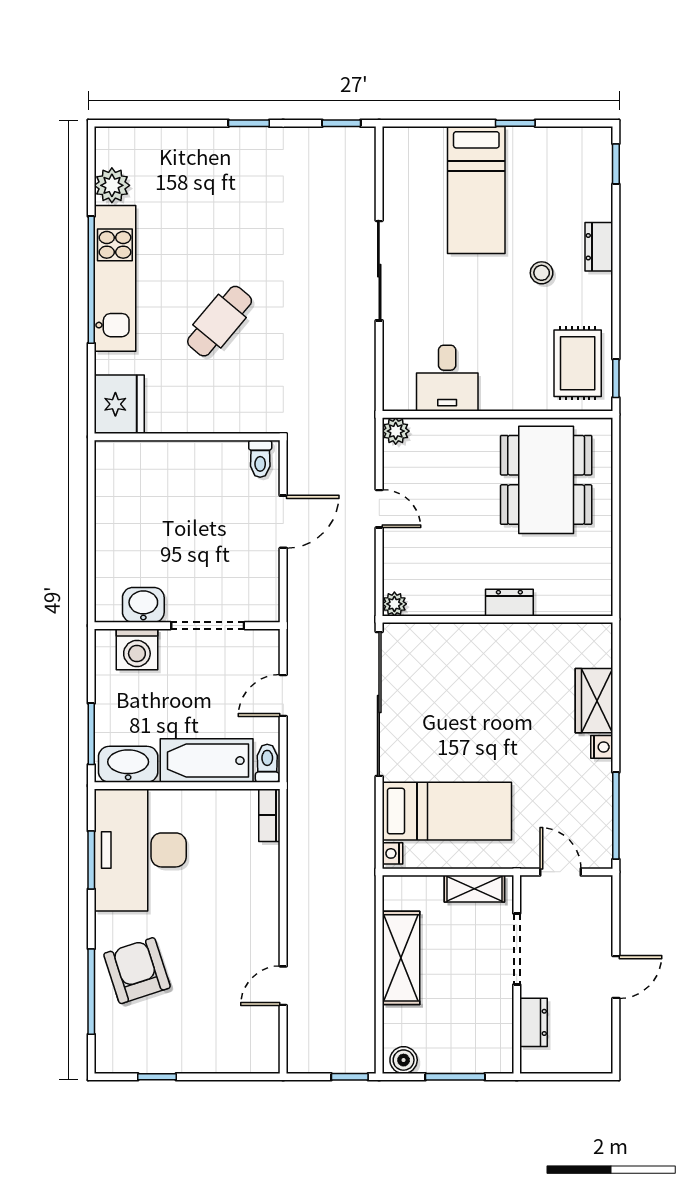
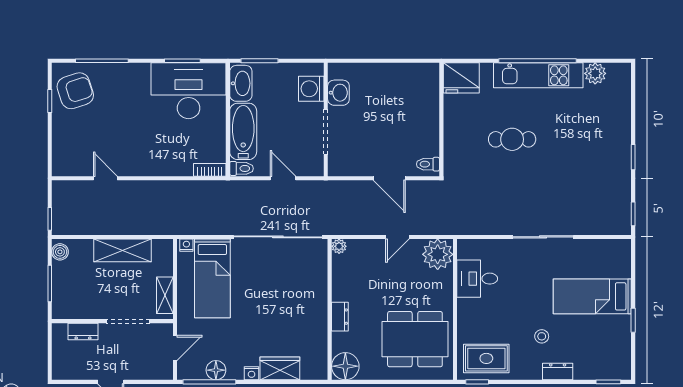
cafe table: (220, 321) -> (512, 139), turned -40
plant: (396, 431) -> (438, 254), width x1.87, depth x1.87
floor lamp: (590, 594) -> (345, 366), added
floor lamp: (597, 805) -> (216, 370), added
armchair: (137, 971) -> (75, 91), moved

